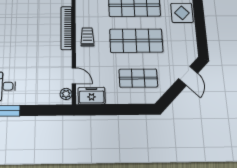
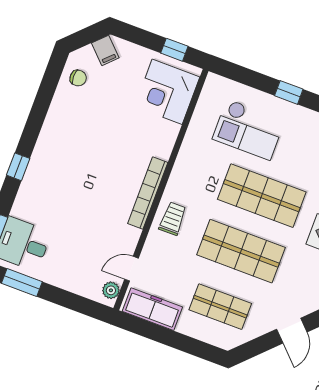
door: (74, 76) -> (131, 269), swing flipped
freezer: (92, 96) -> (152, 309), width x1.40

